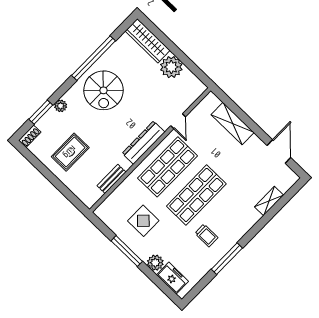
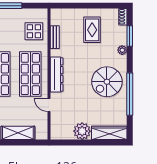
spiral stairs: (103, 90) -> (107, 82), turned -90
display table: (143, 221) -> (34, 31), moved

